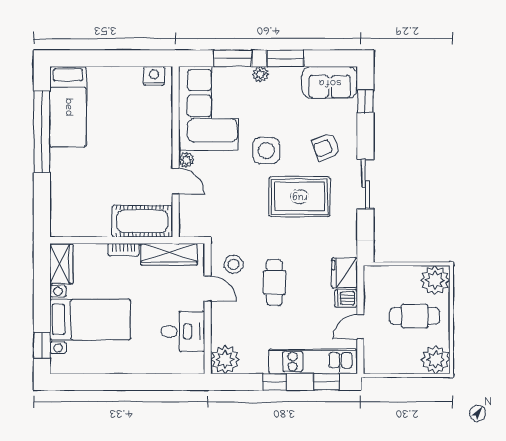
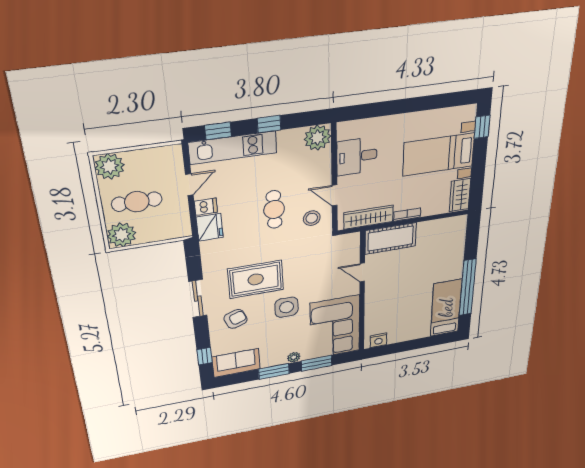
plant: (186, 160) -> (353, 289), removed

